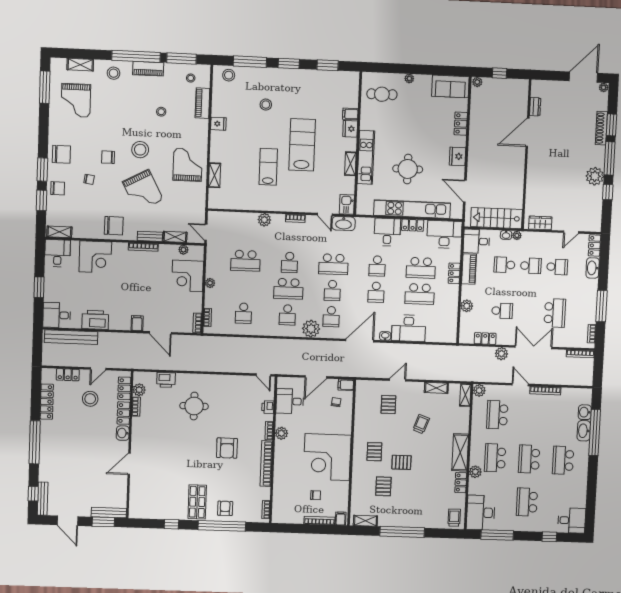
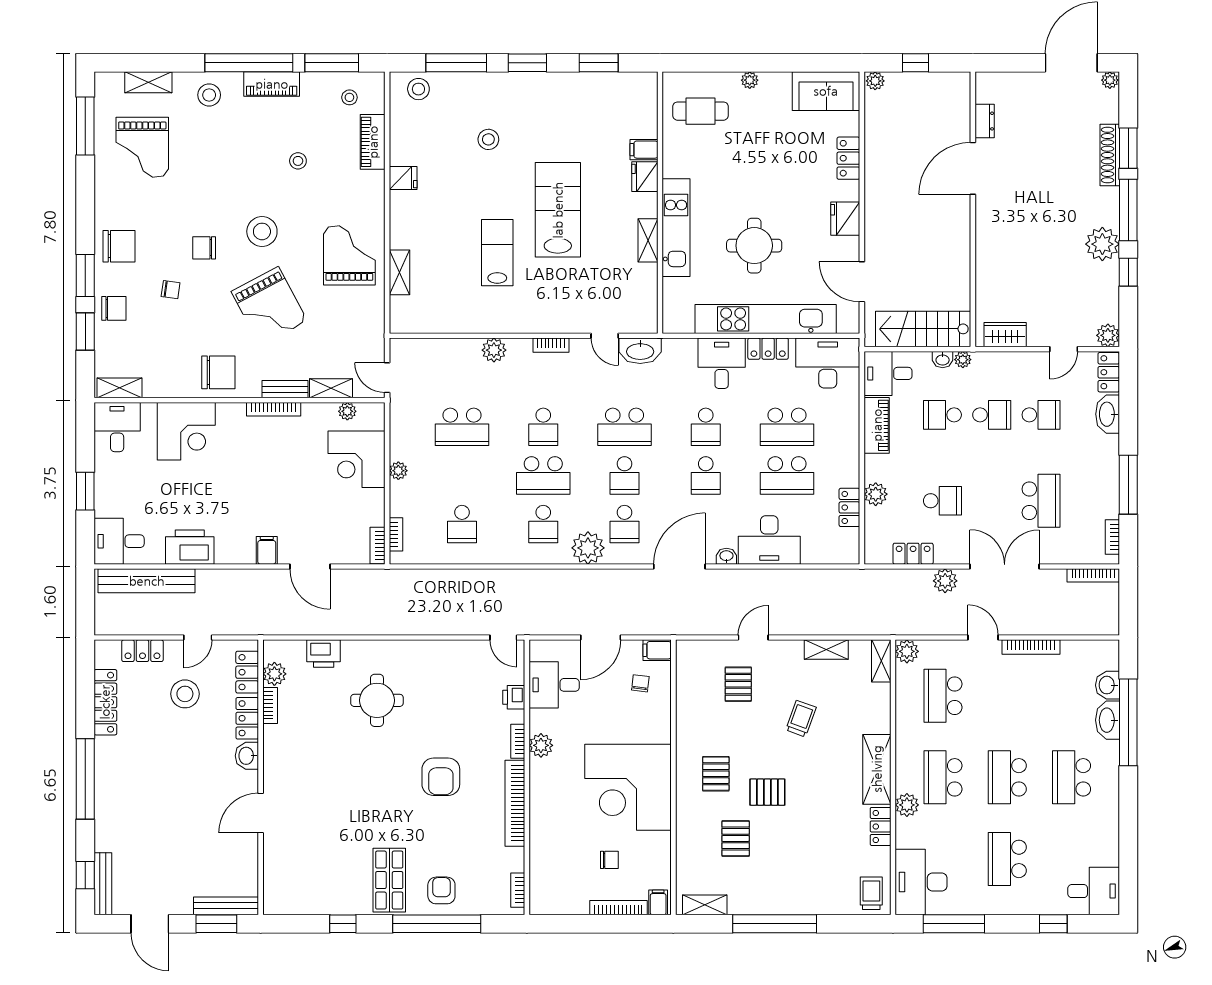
kitchen sink: (347, 204) -> (645, 315), removed
plant: (595, 226) -> (1108, 335), added
locker: (454, 273) -> (849, 507), moved

